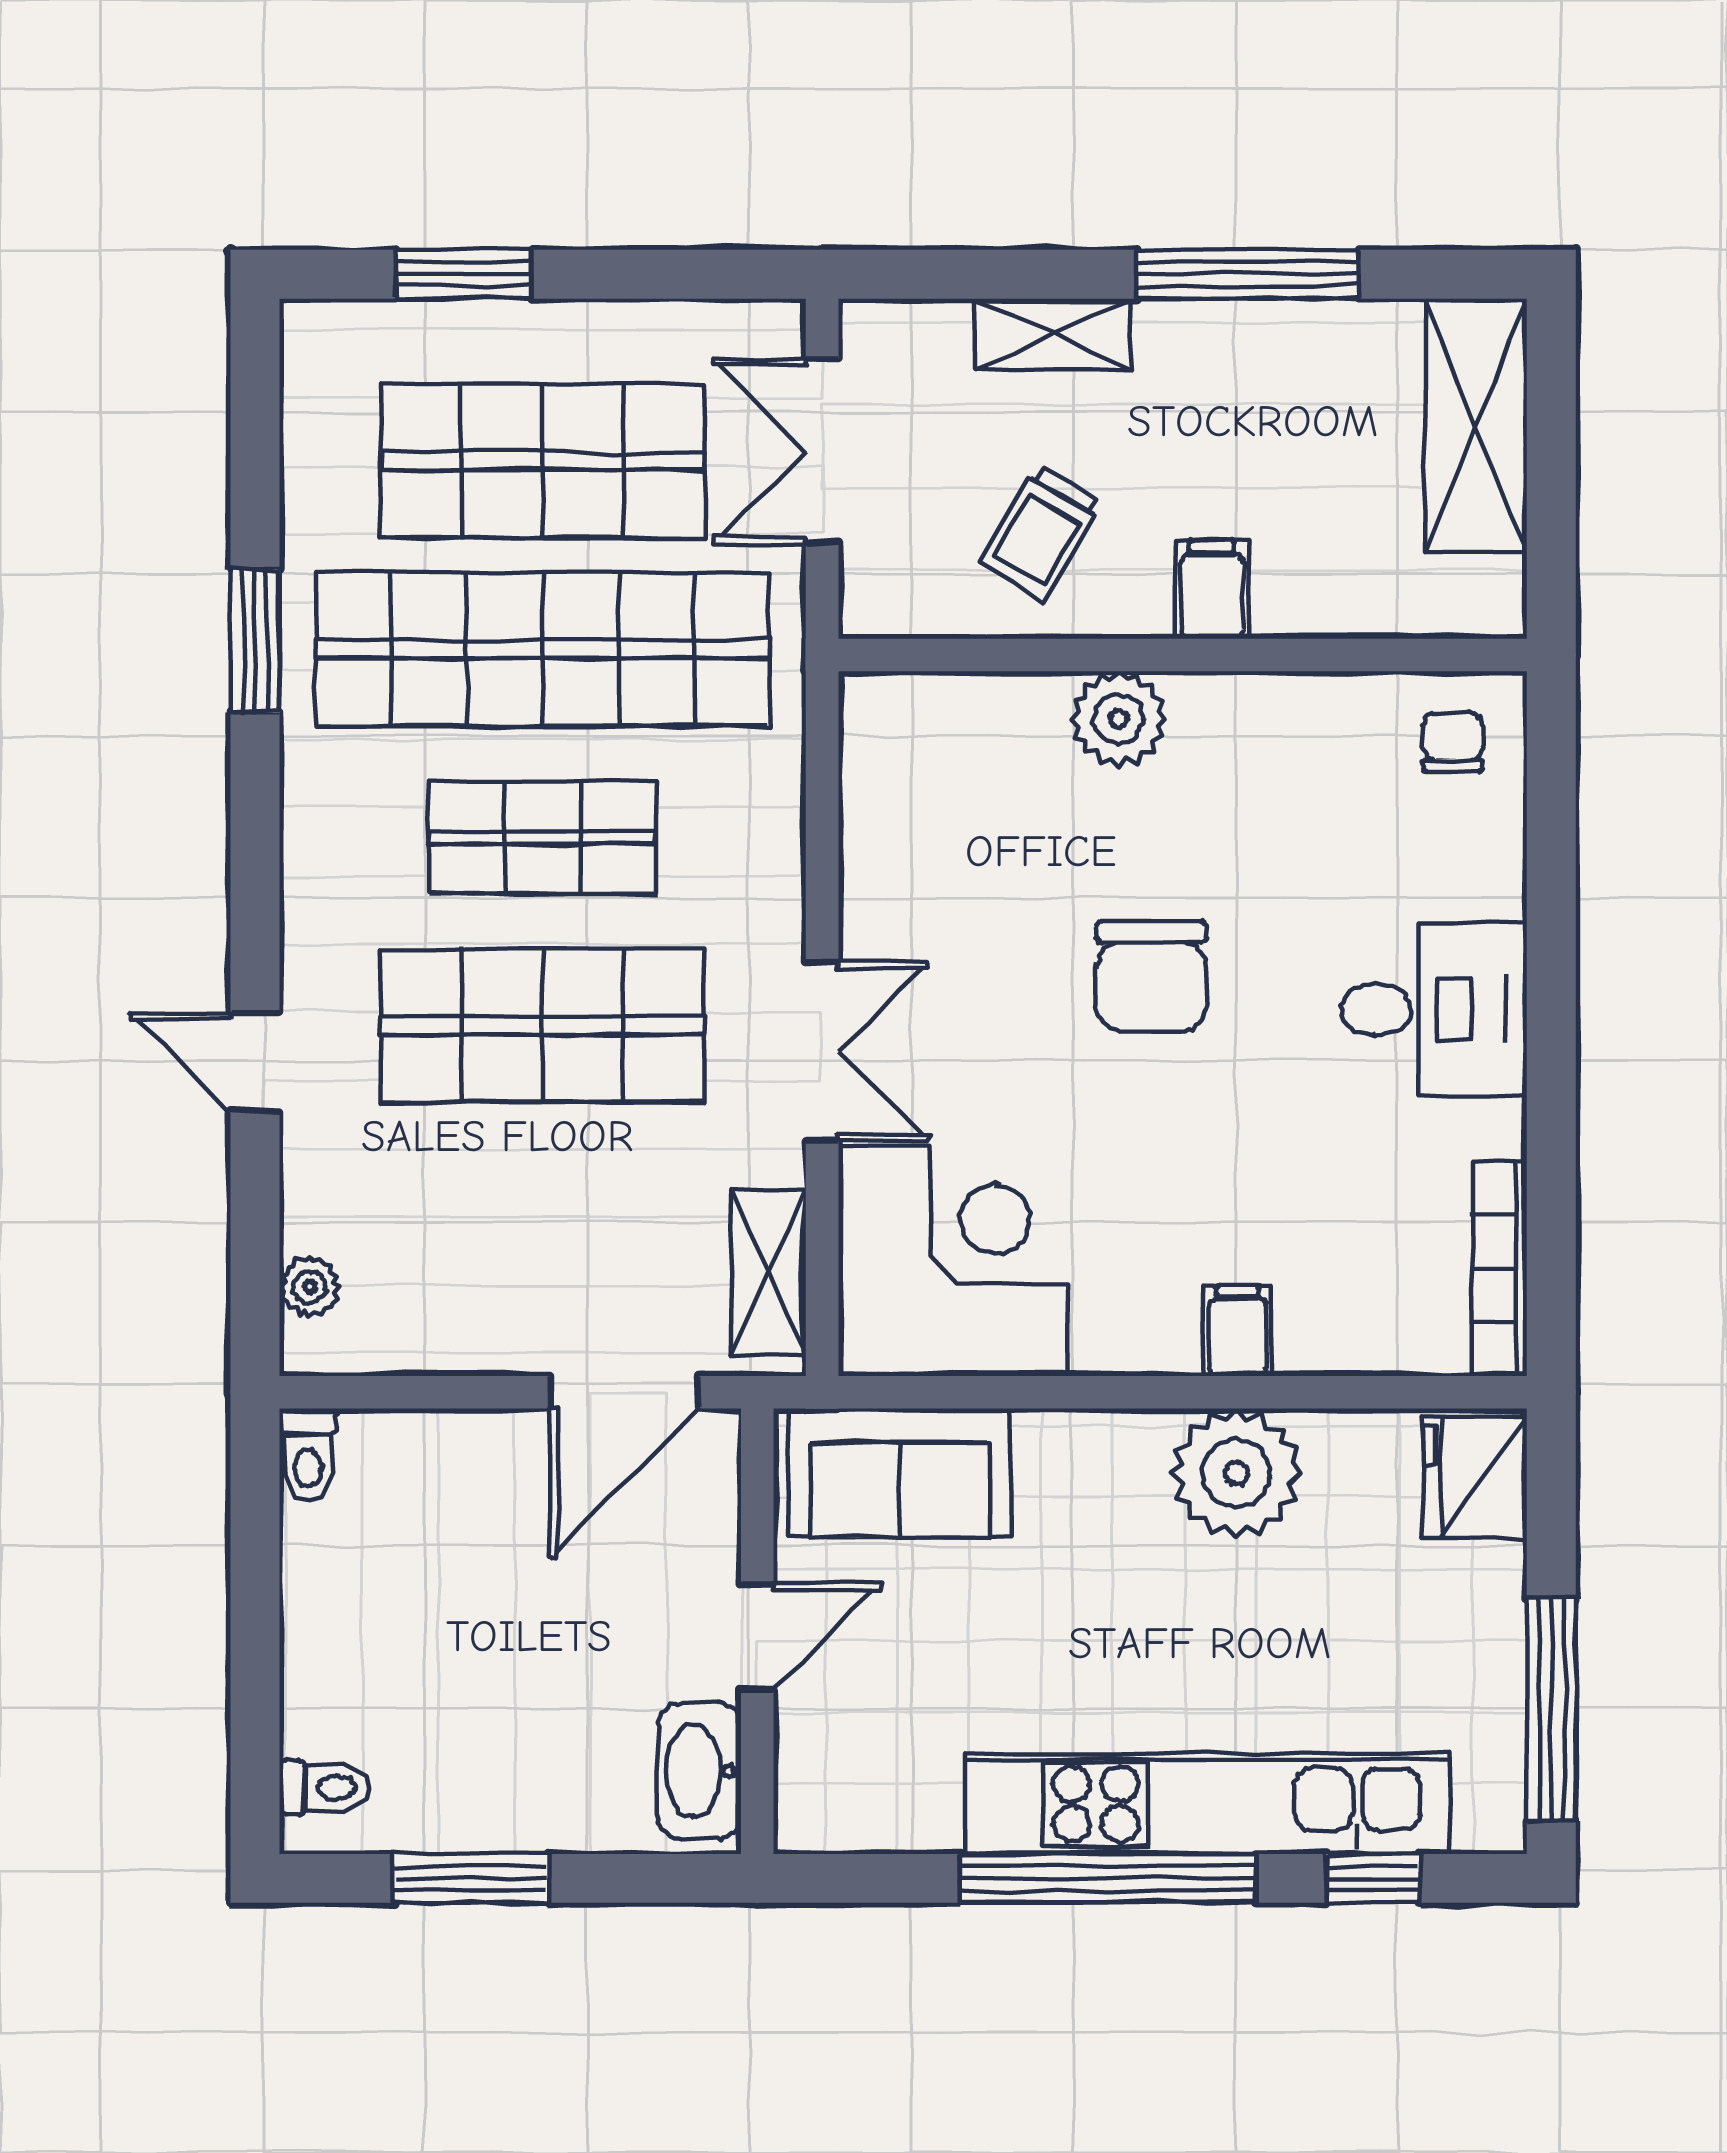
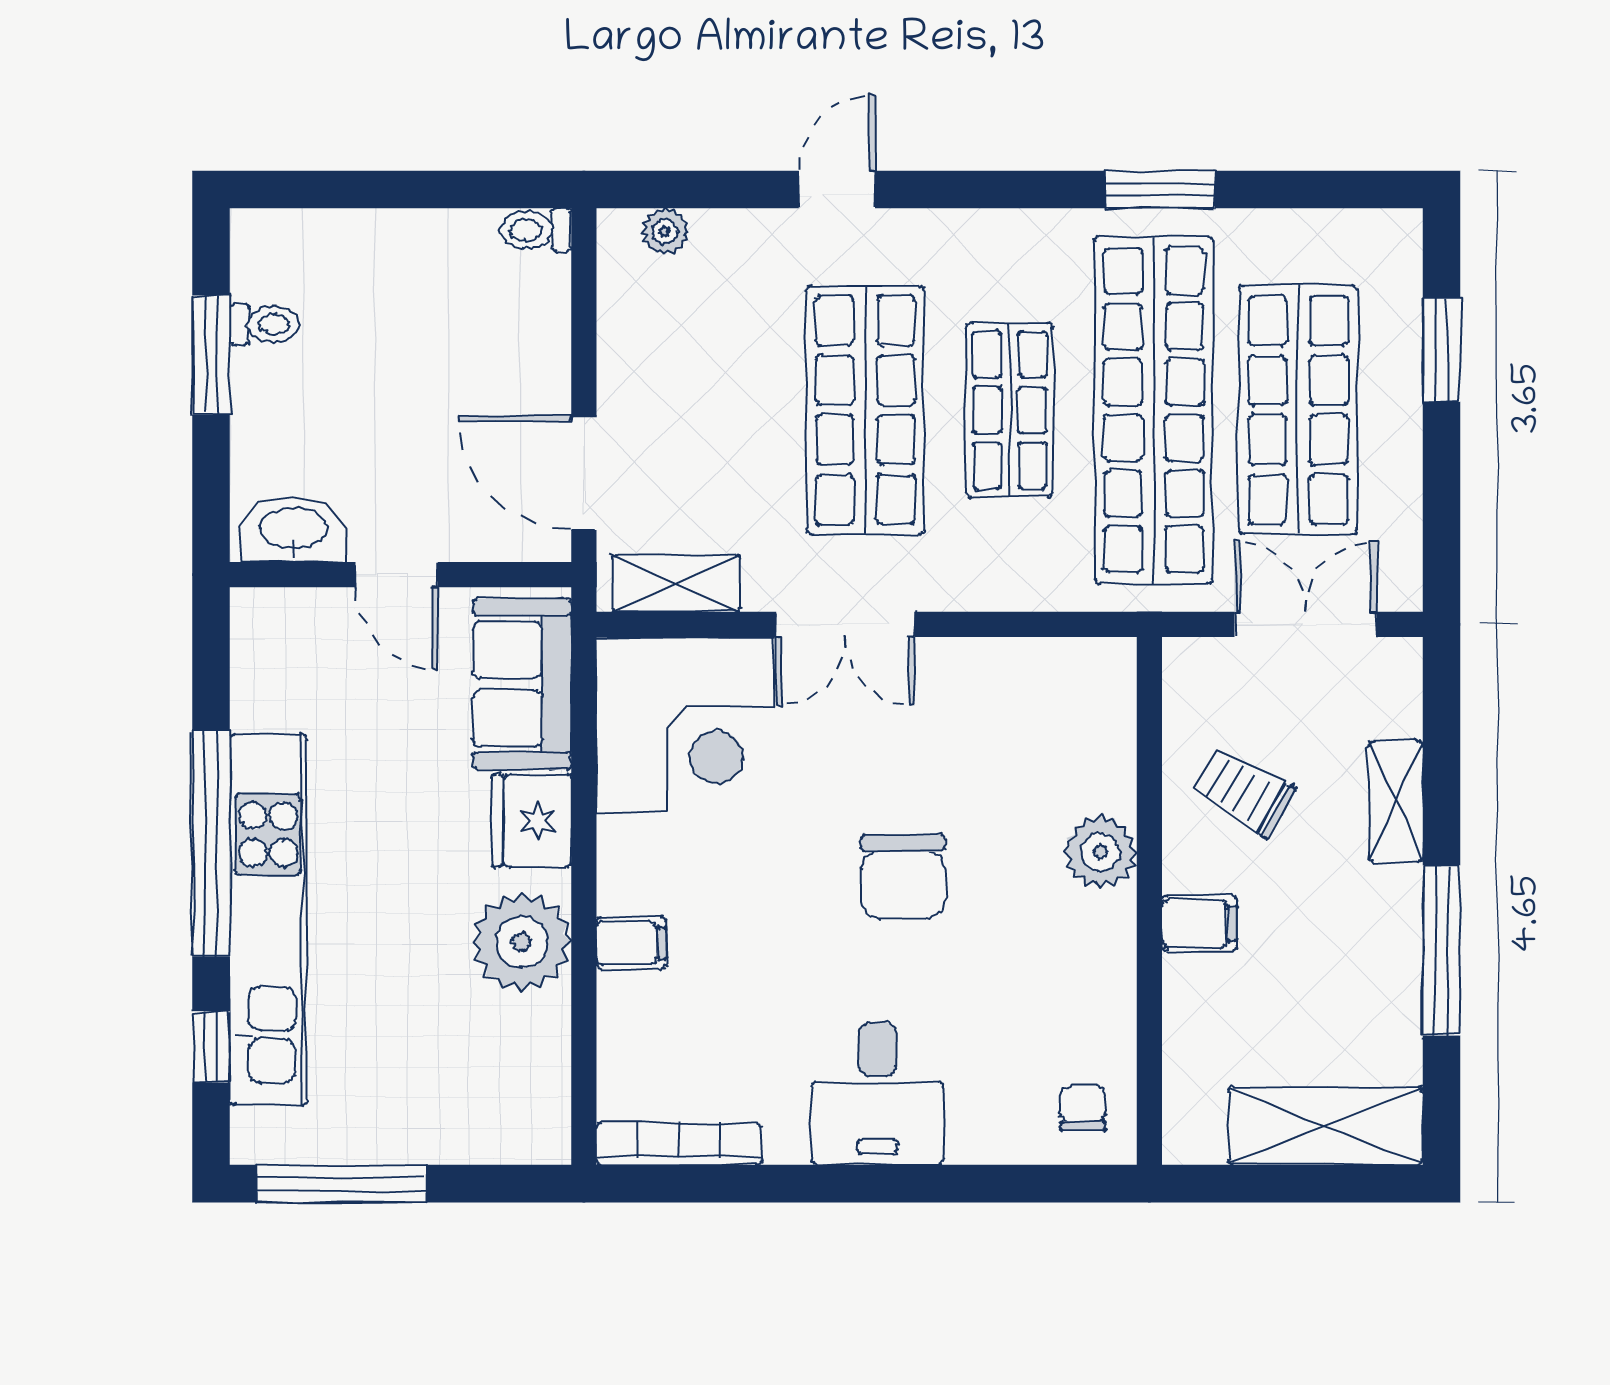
chair: (1453, 742) -> (1083, 1108), turned -90
chair: (1151, 976) -> (903, 877), turned -90
fridge: (1475, 1477) -> (532, 821), moved, turned -90
toilet: (324, 1788) -> (264, 324), moved, turned -90

